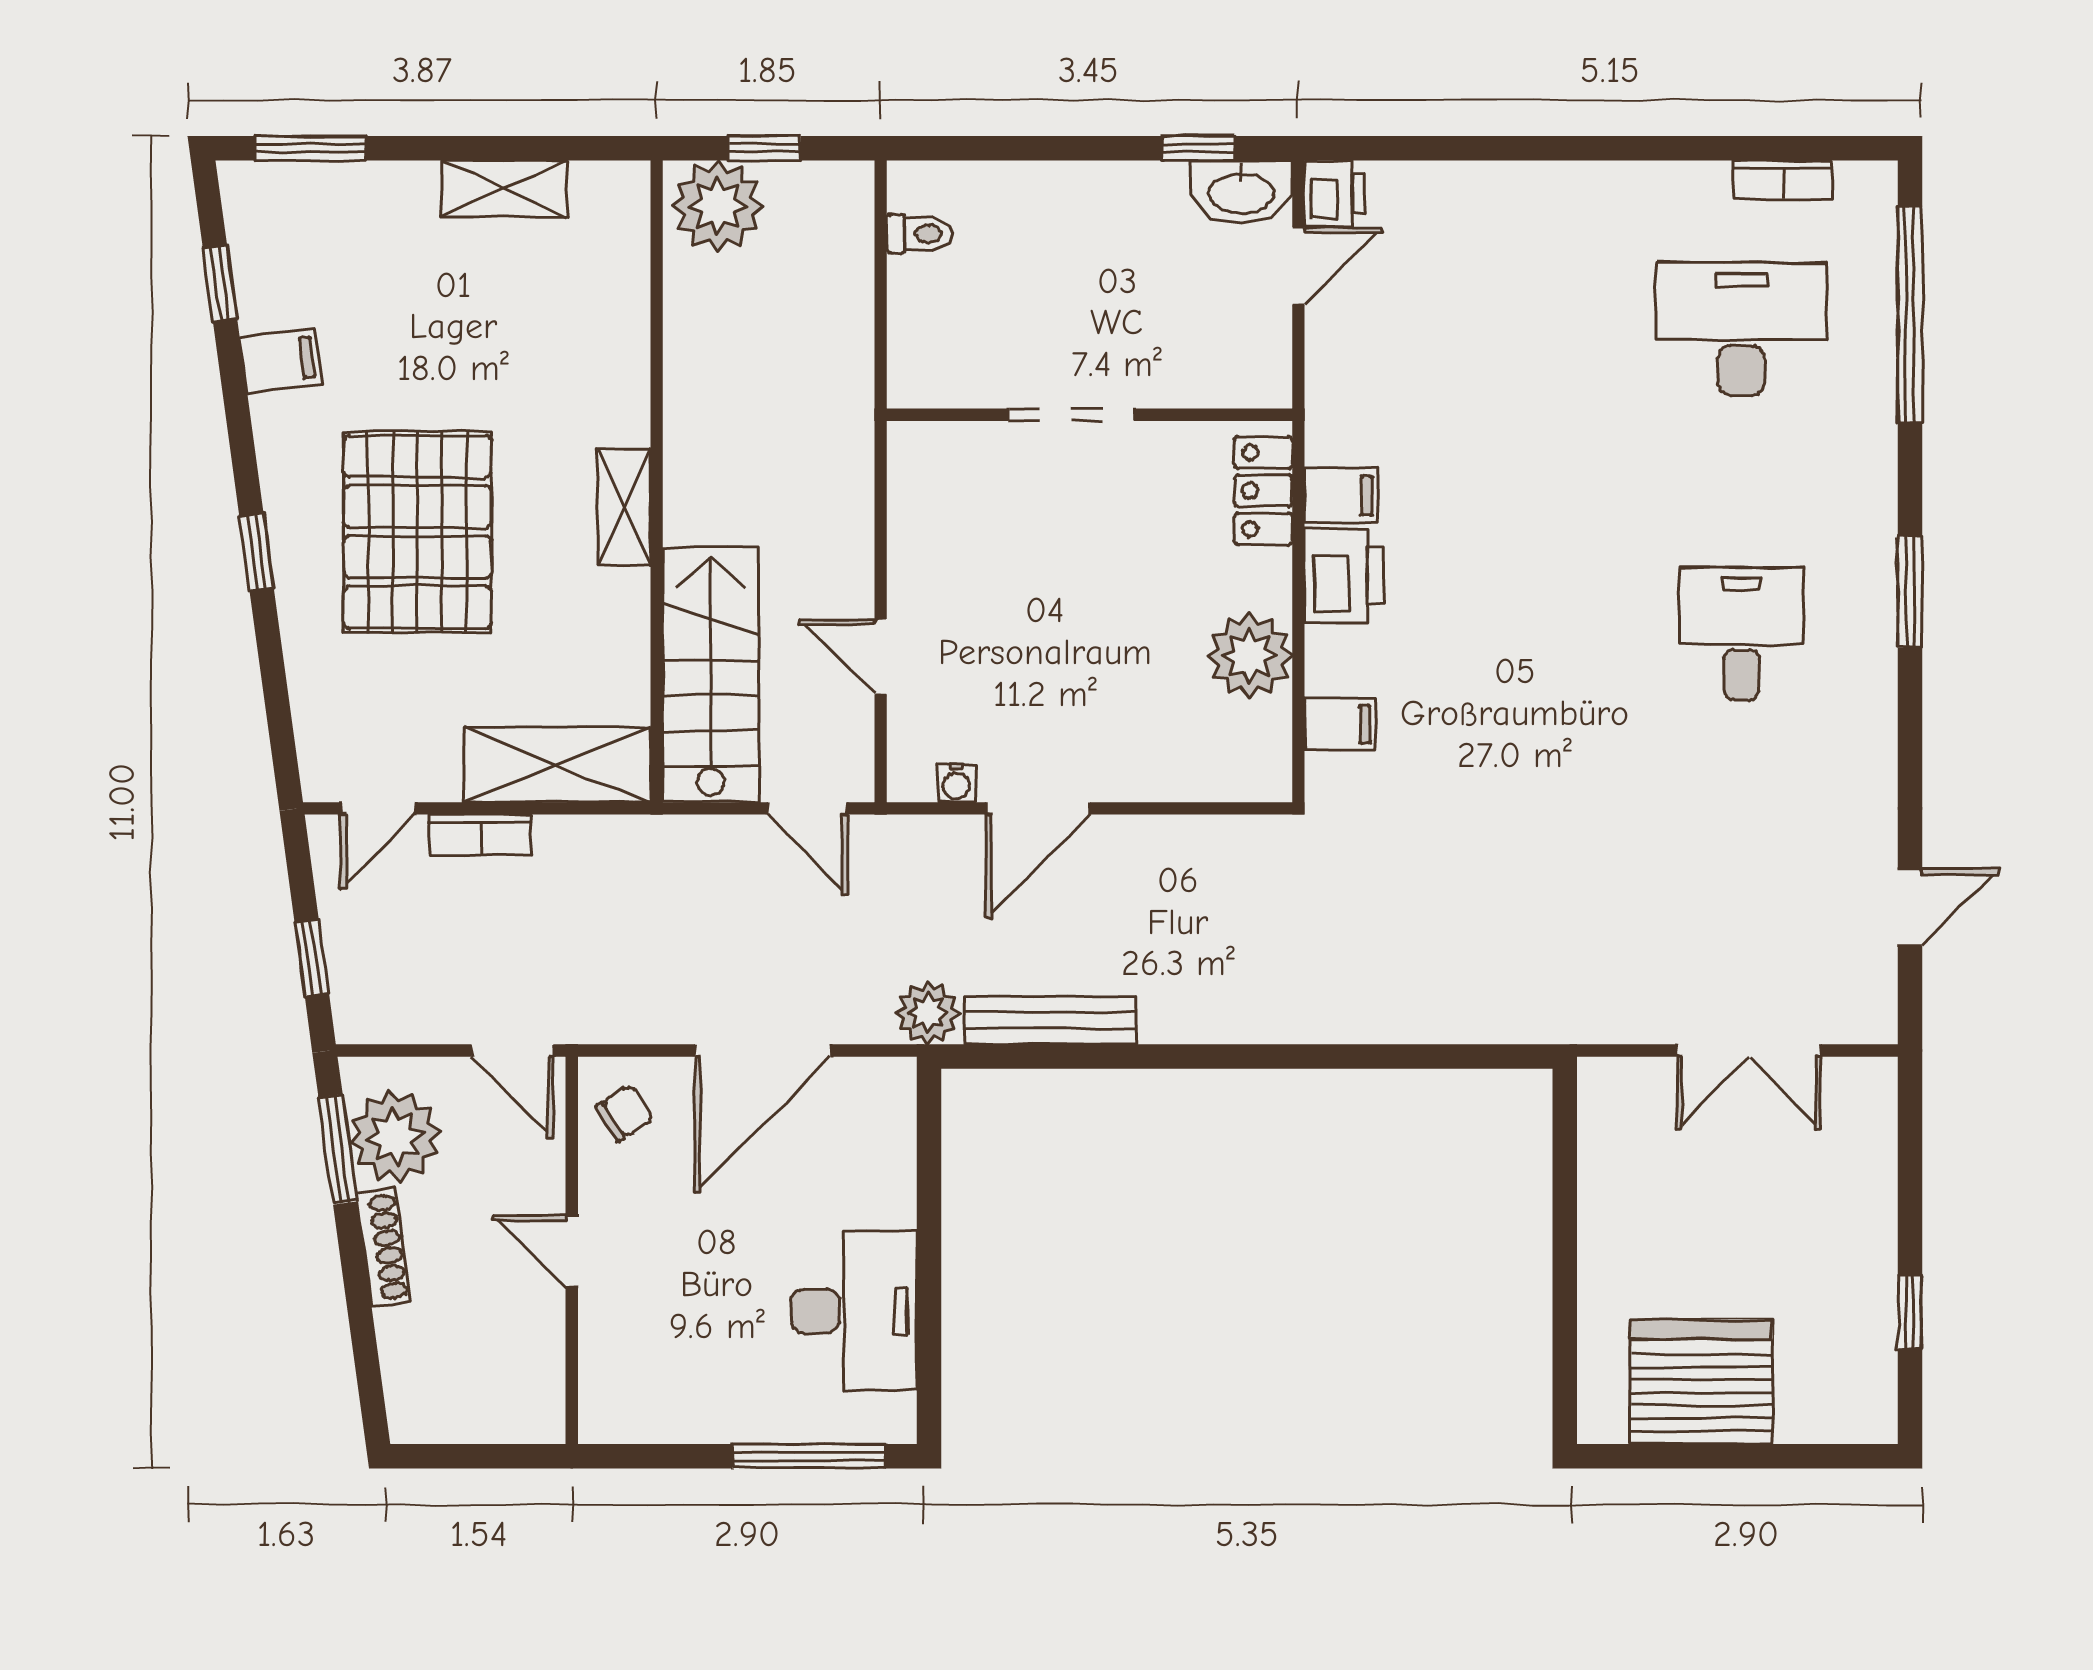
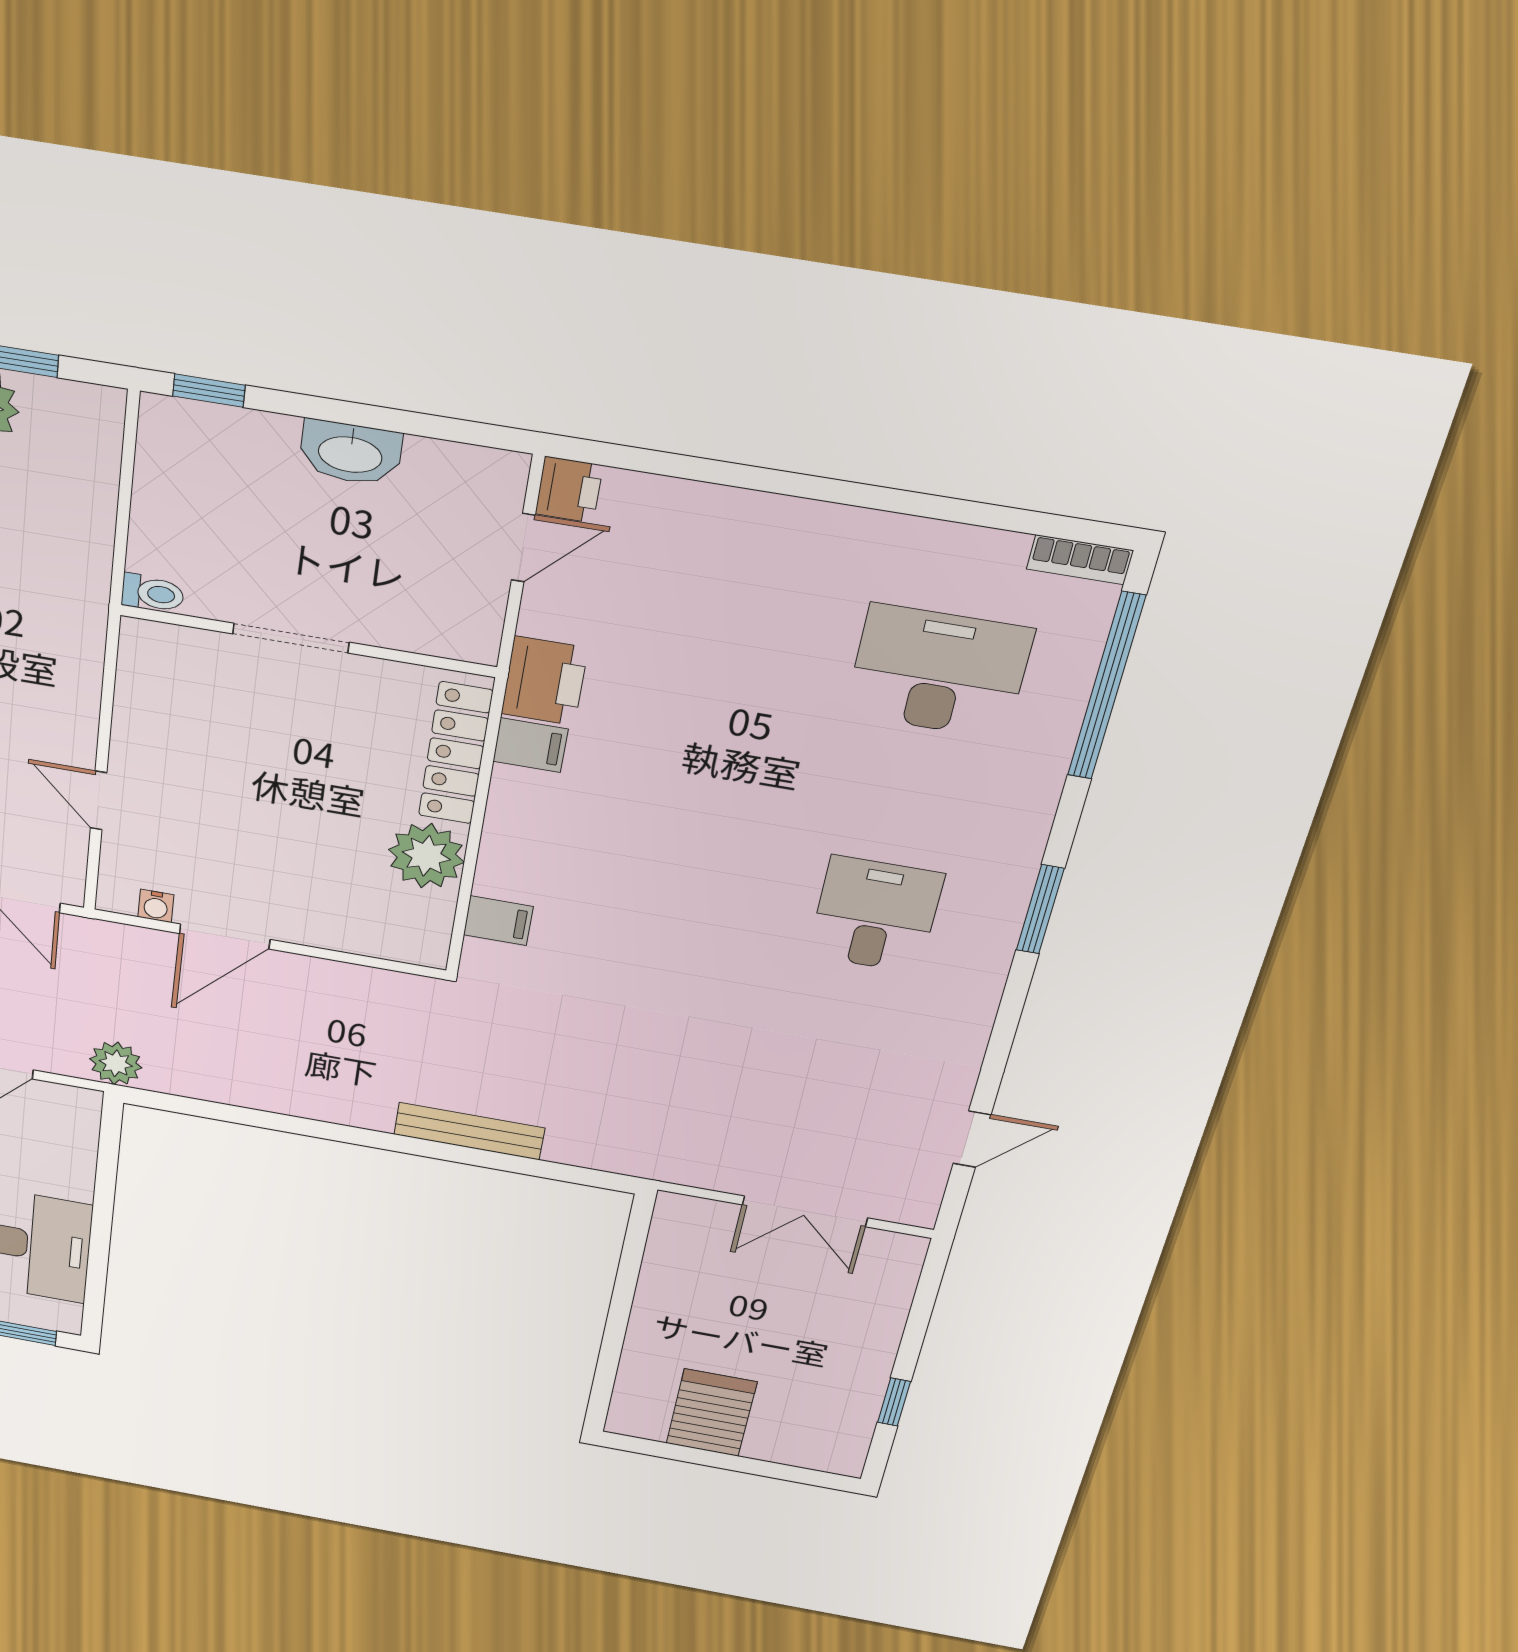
window: (1198, 148) -> (209, 391), moved
bookcase: (1783, 180) -> (1080, 560), moved
washbasin: (1241, 192) -> (350, 453), moved
toilet: (919, 234) -> (153, 593), moved
locker: (1263, 491) -> (456, 753), width x1.53
printer: (1344, 575) -> (544, 681), moved
bench: (1050, 1020) -> (469, 1131), moved
server rack: (1701, 1382) -> (711, 1413), width x0.62

